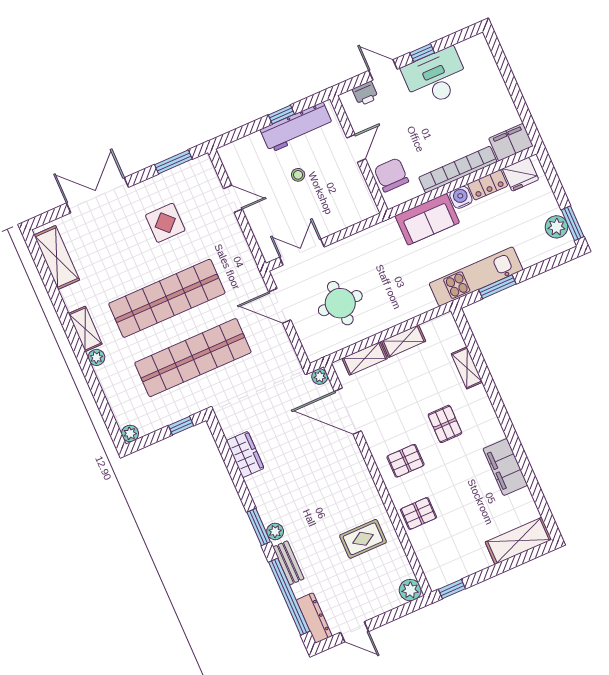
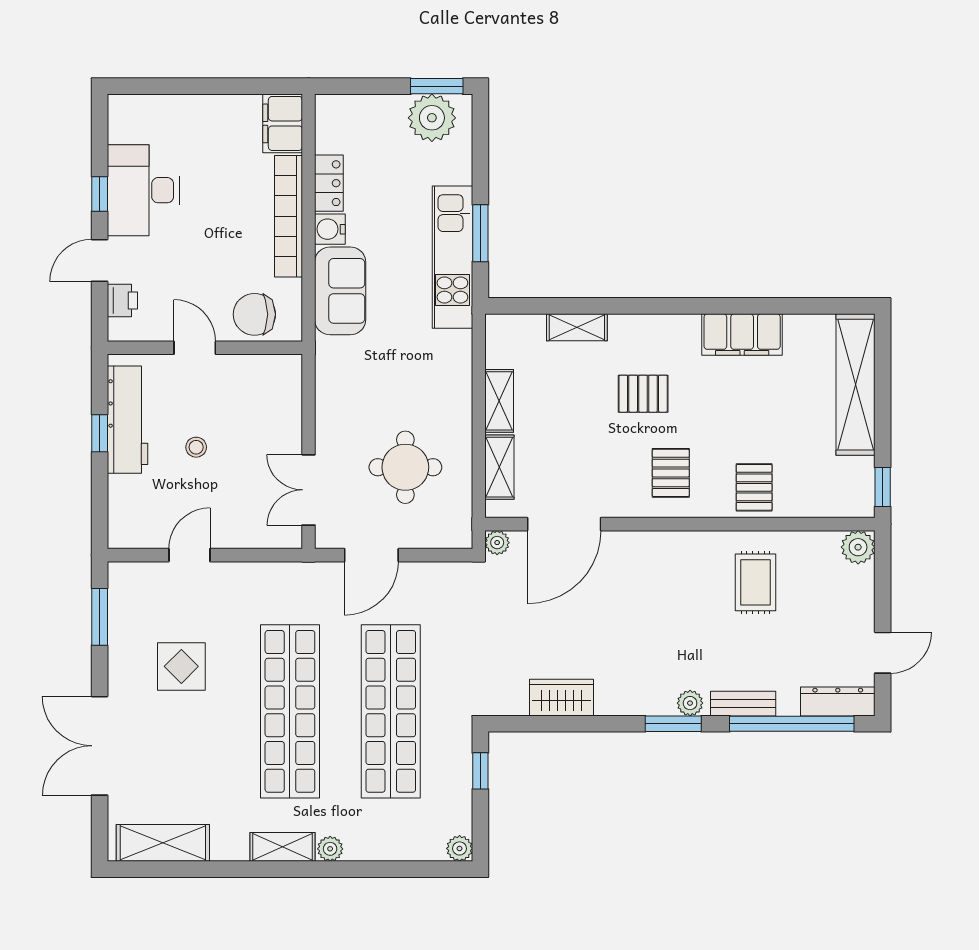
fridge: (520, 174) -> (334, 130), removed
plant: (556, 227) -> (432, 118), width x1.36, depth x1.36
shelving: (518, 541) -> (856, 385), width x1.47

